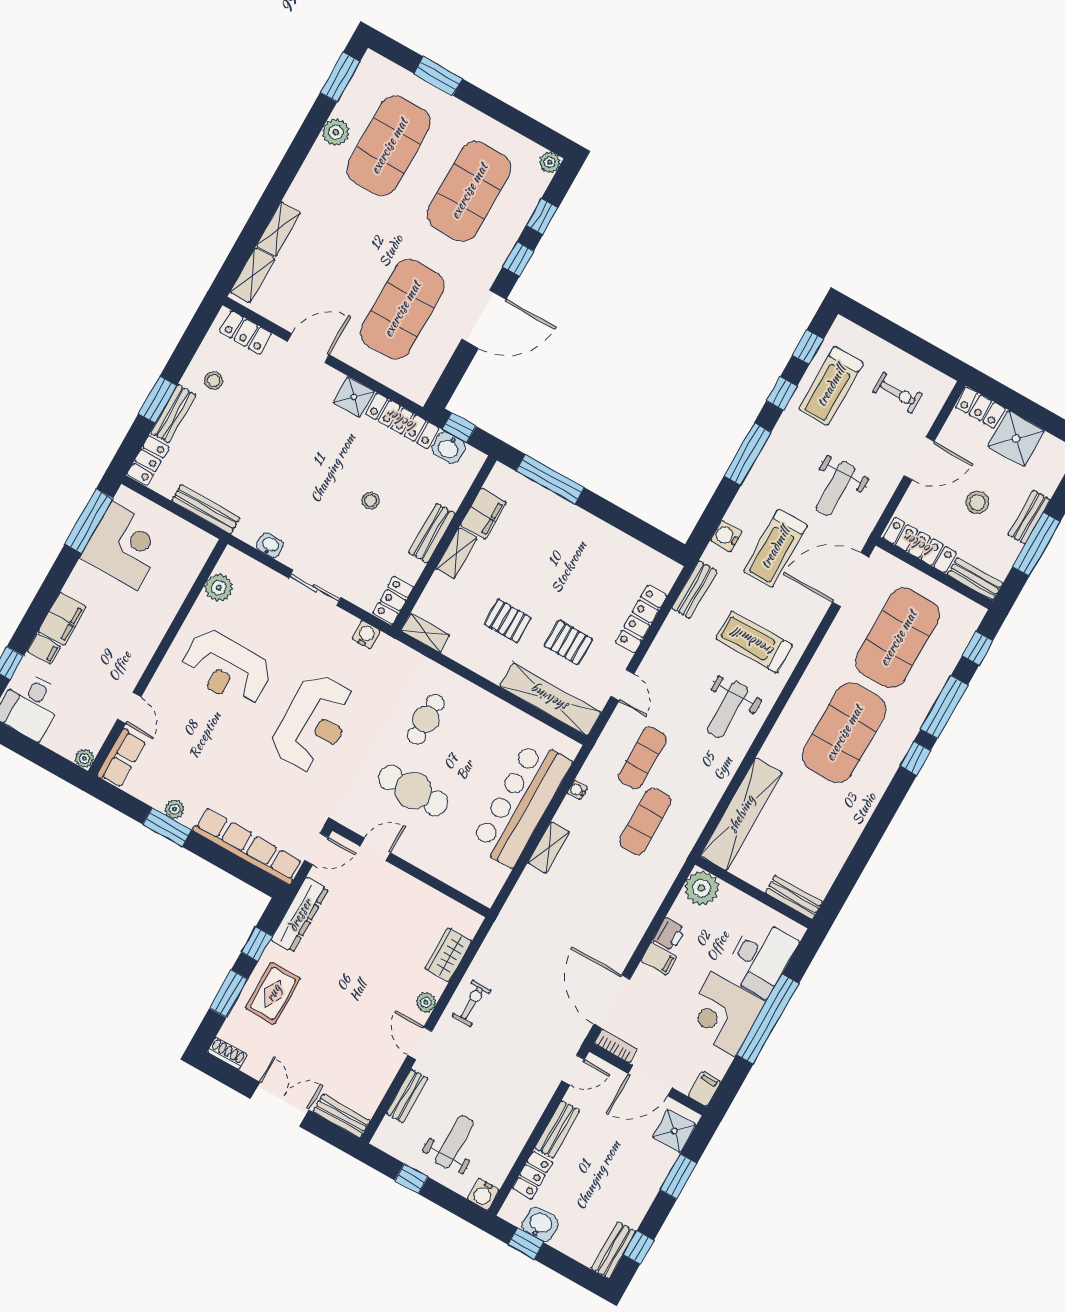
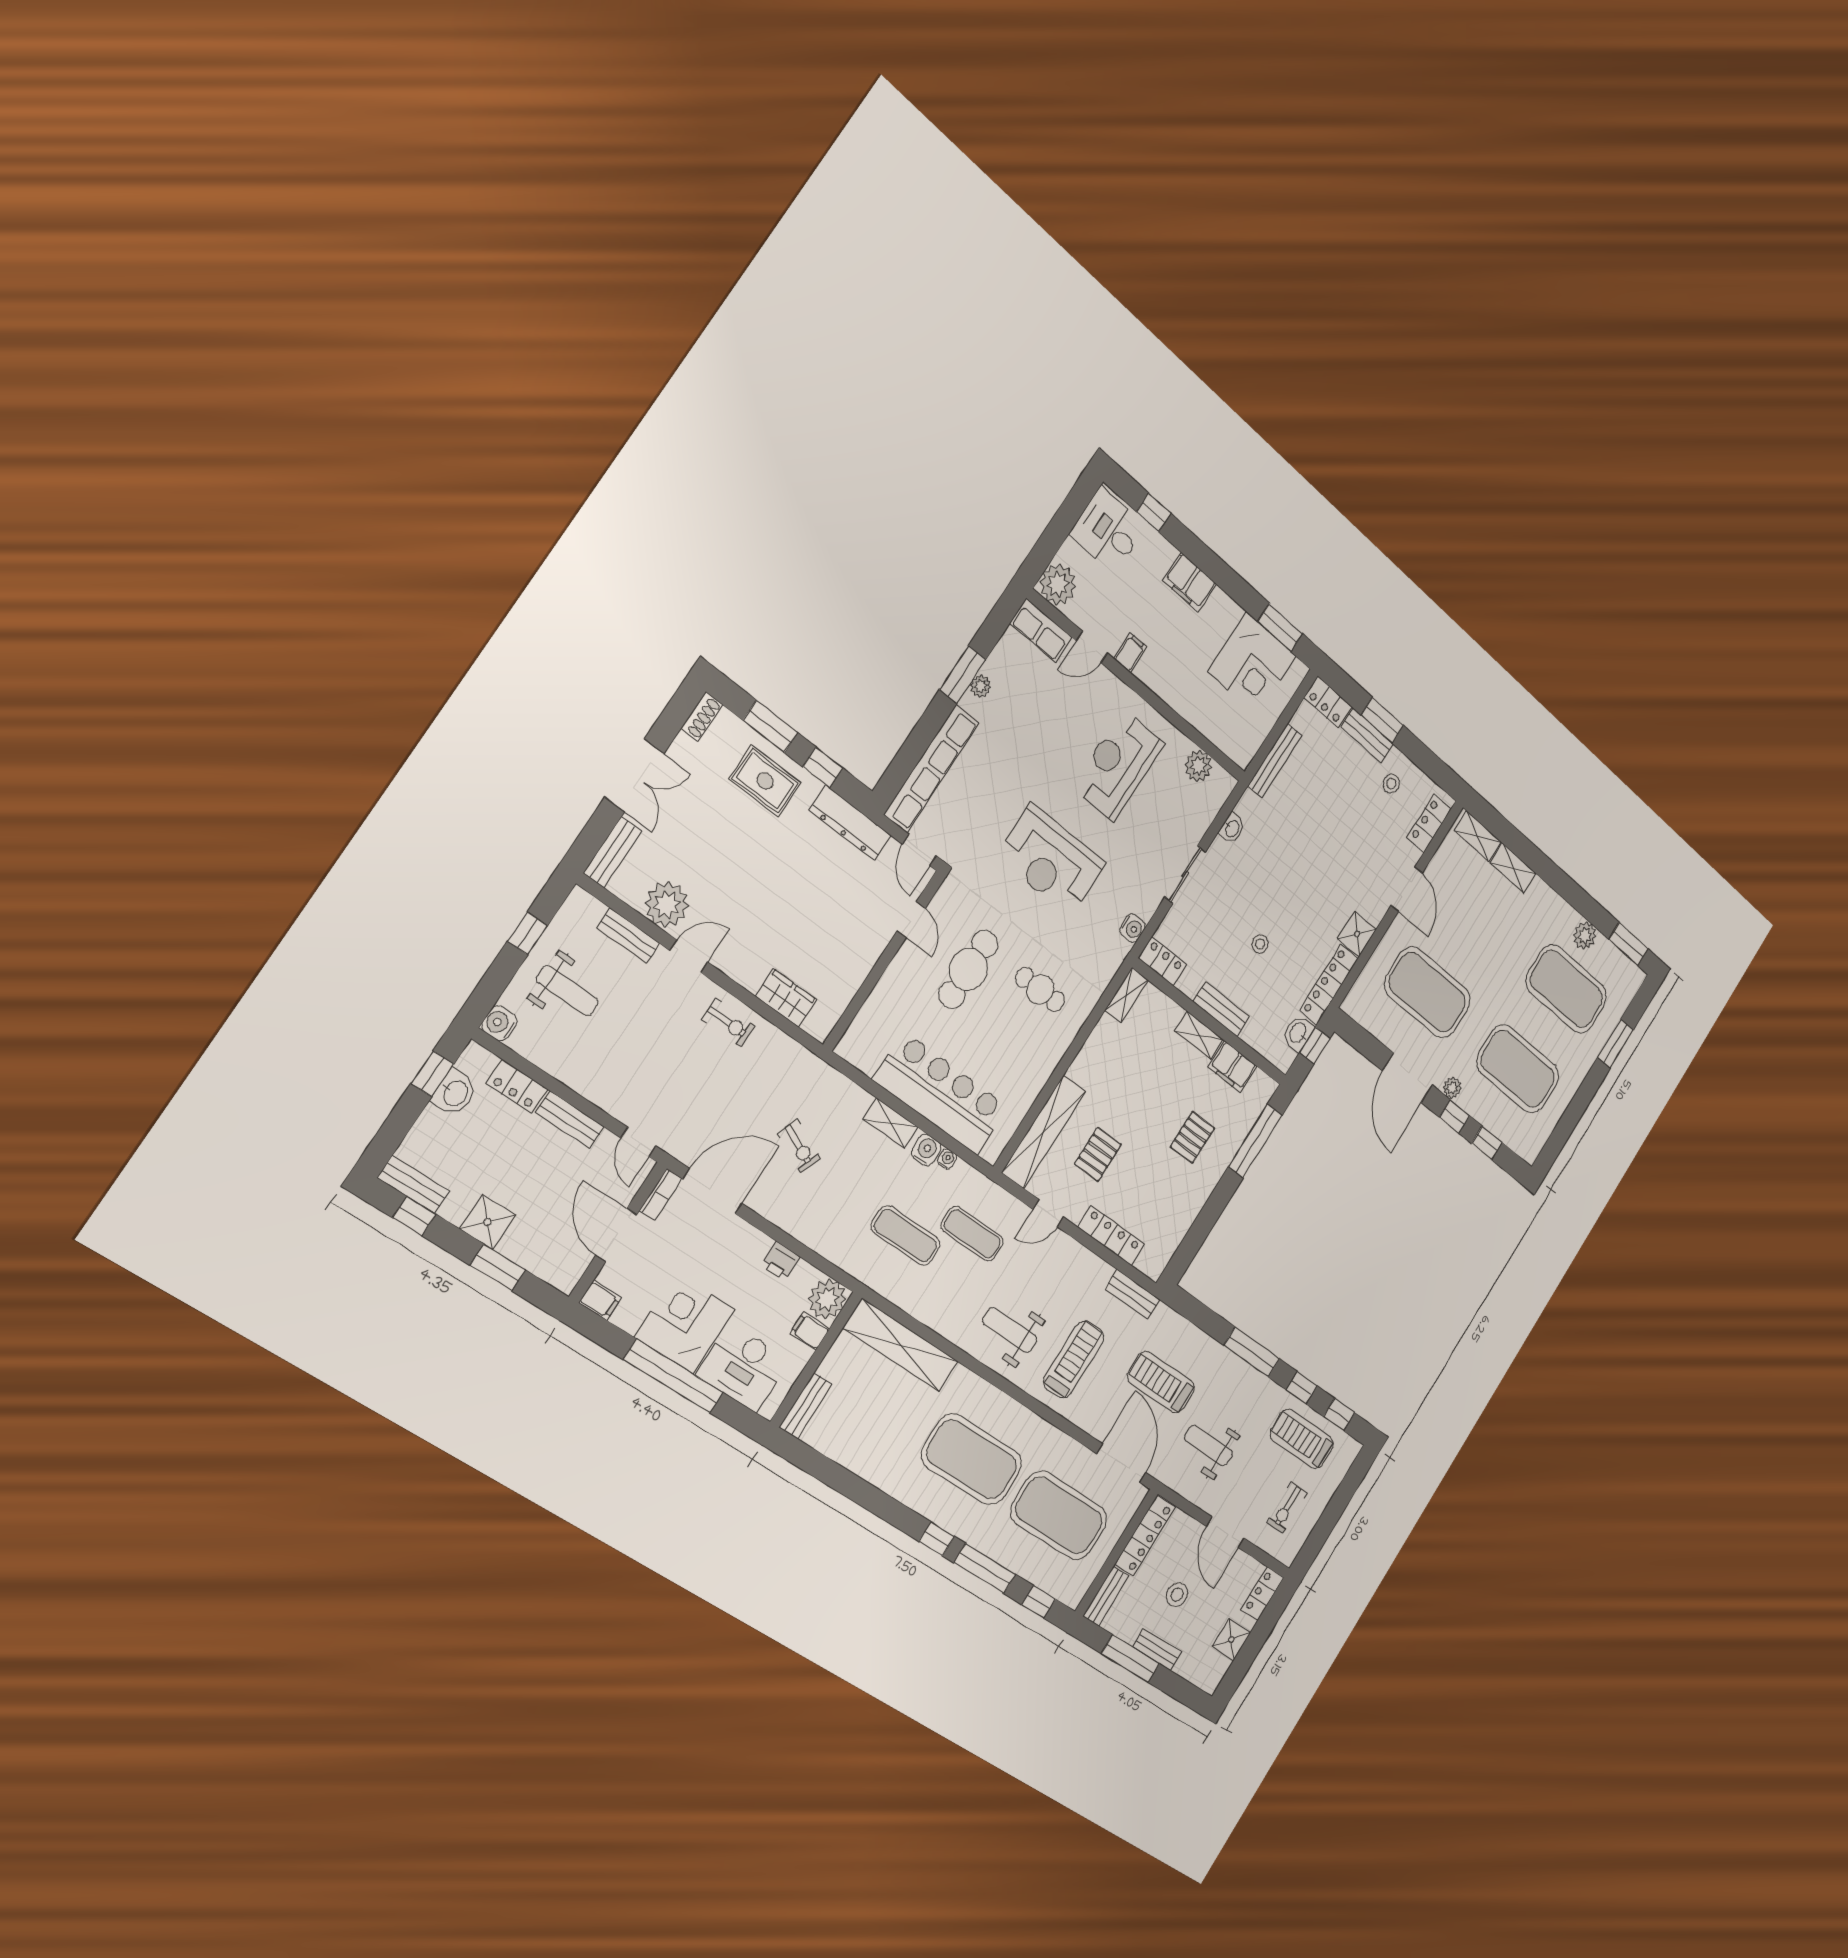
plant: (550, 162) -> (1452, 1088), moved
shower: (1016, 438) -> (1231, 1640), width x0.73, depth x0.73
window: (89, 521) -> (1280, 627), width x0.69
water cooler: (726, 536) -> (926, 1150), moved
pallet: (508, 621) -> (1192, 1137), moved
filing cabinet: (44, 649) -> (1130, 653), moved, turned 180
plant: (84, 758) -> (1058, 584), width x1.88, depth x1.88
exercise bike: (571, 929) -> (799, 1146), added
filing cabinet: (659, 959) -> (810, 1331), moved, turned 90
plant: (426, 1002) -> (667, 905), moved, width x1.87, depth x1.87
shower: (674, 1131) -> (488, 1222), moved

